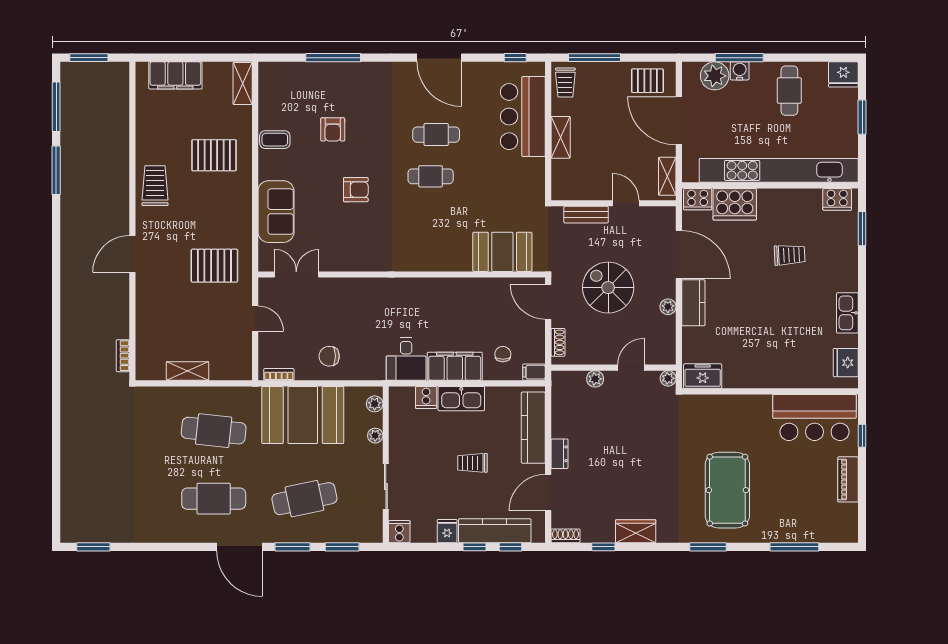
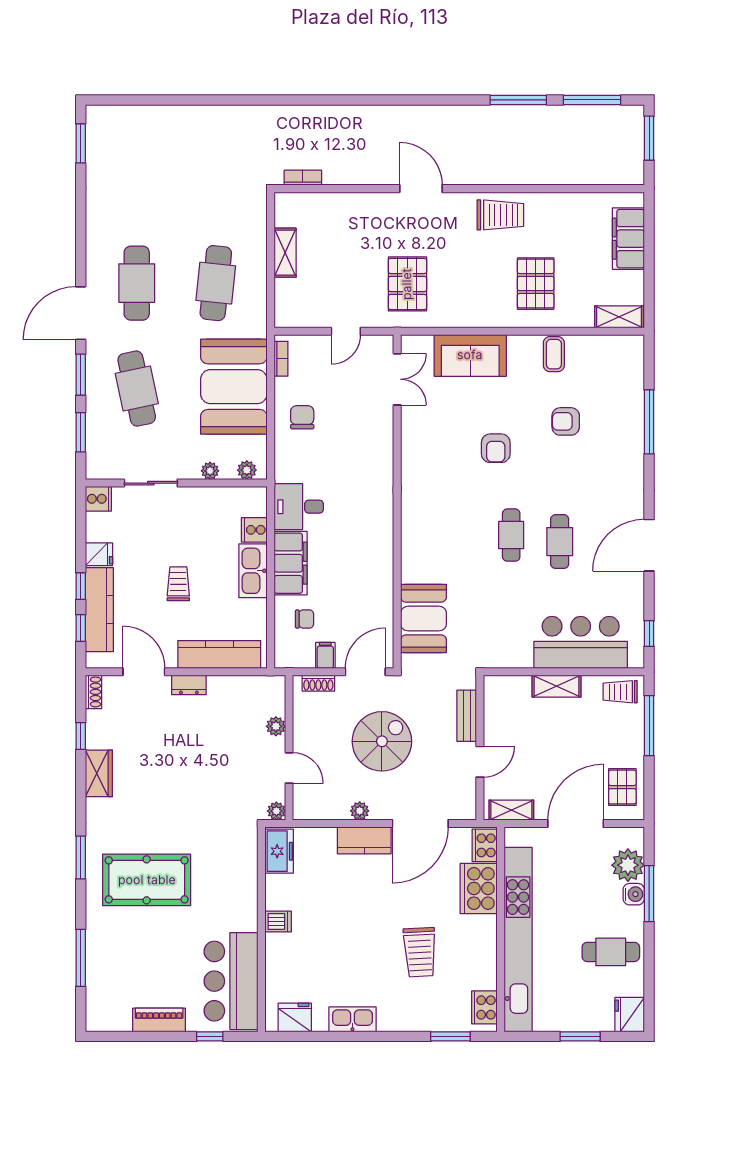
trolley: (790, 255) -> (420, 952), width x1.36, depth x1.39
filing cabinet: (534, 372) -> (325, 655), moved
dishwasher: (763, 377) -> (278, 922), added

